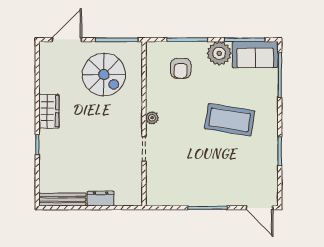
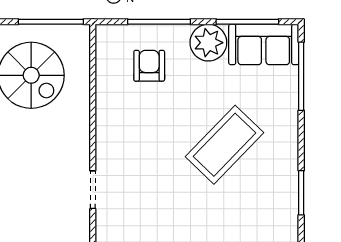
armchair: (181, 68) -> (149, 66), turned 180
plant: (152, 118) -> (105, 142), removed
coffee table: (230, 120) -> (224, 145), turned -55

